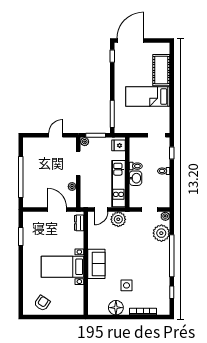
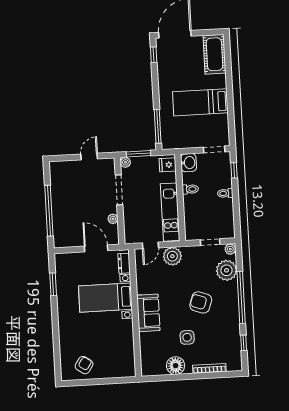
cot: (161, 70) -> (214, 54), moved
washbasin: (136, 178) -> (189, 163), moved
armchair: (139, 258) -> (201, 302), added
bed with nightstands: (62, 267) -> (105, 298), moved

